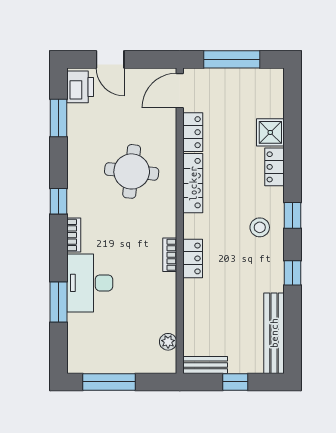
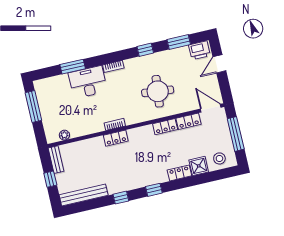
locker: (193, 183) -> (165, 127), width x0.66
window: (58, 201) -> (145, 50), moved
stool: (260, 227) -> (219, 158), moved

